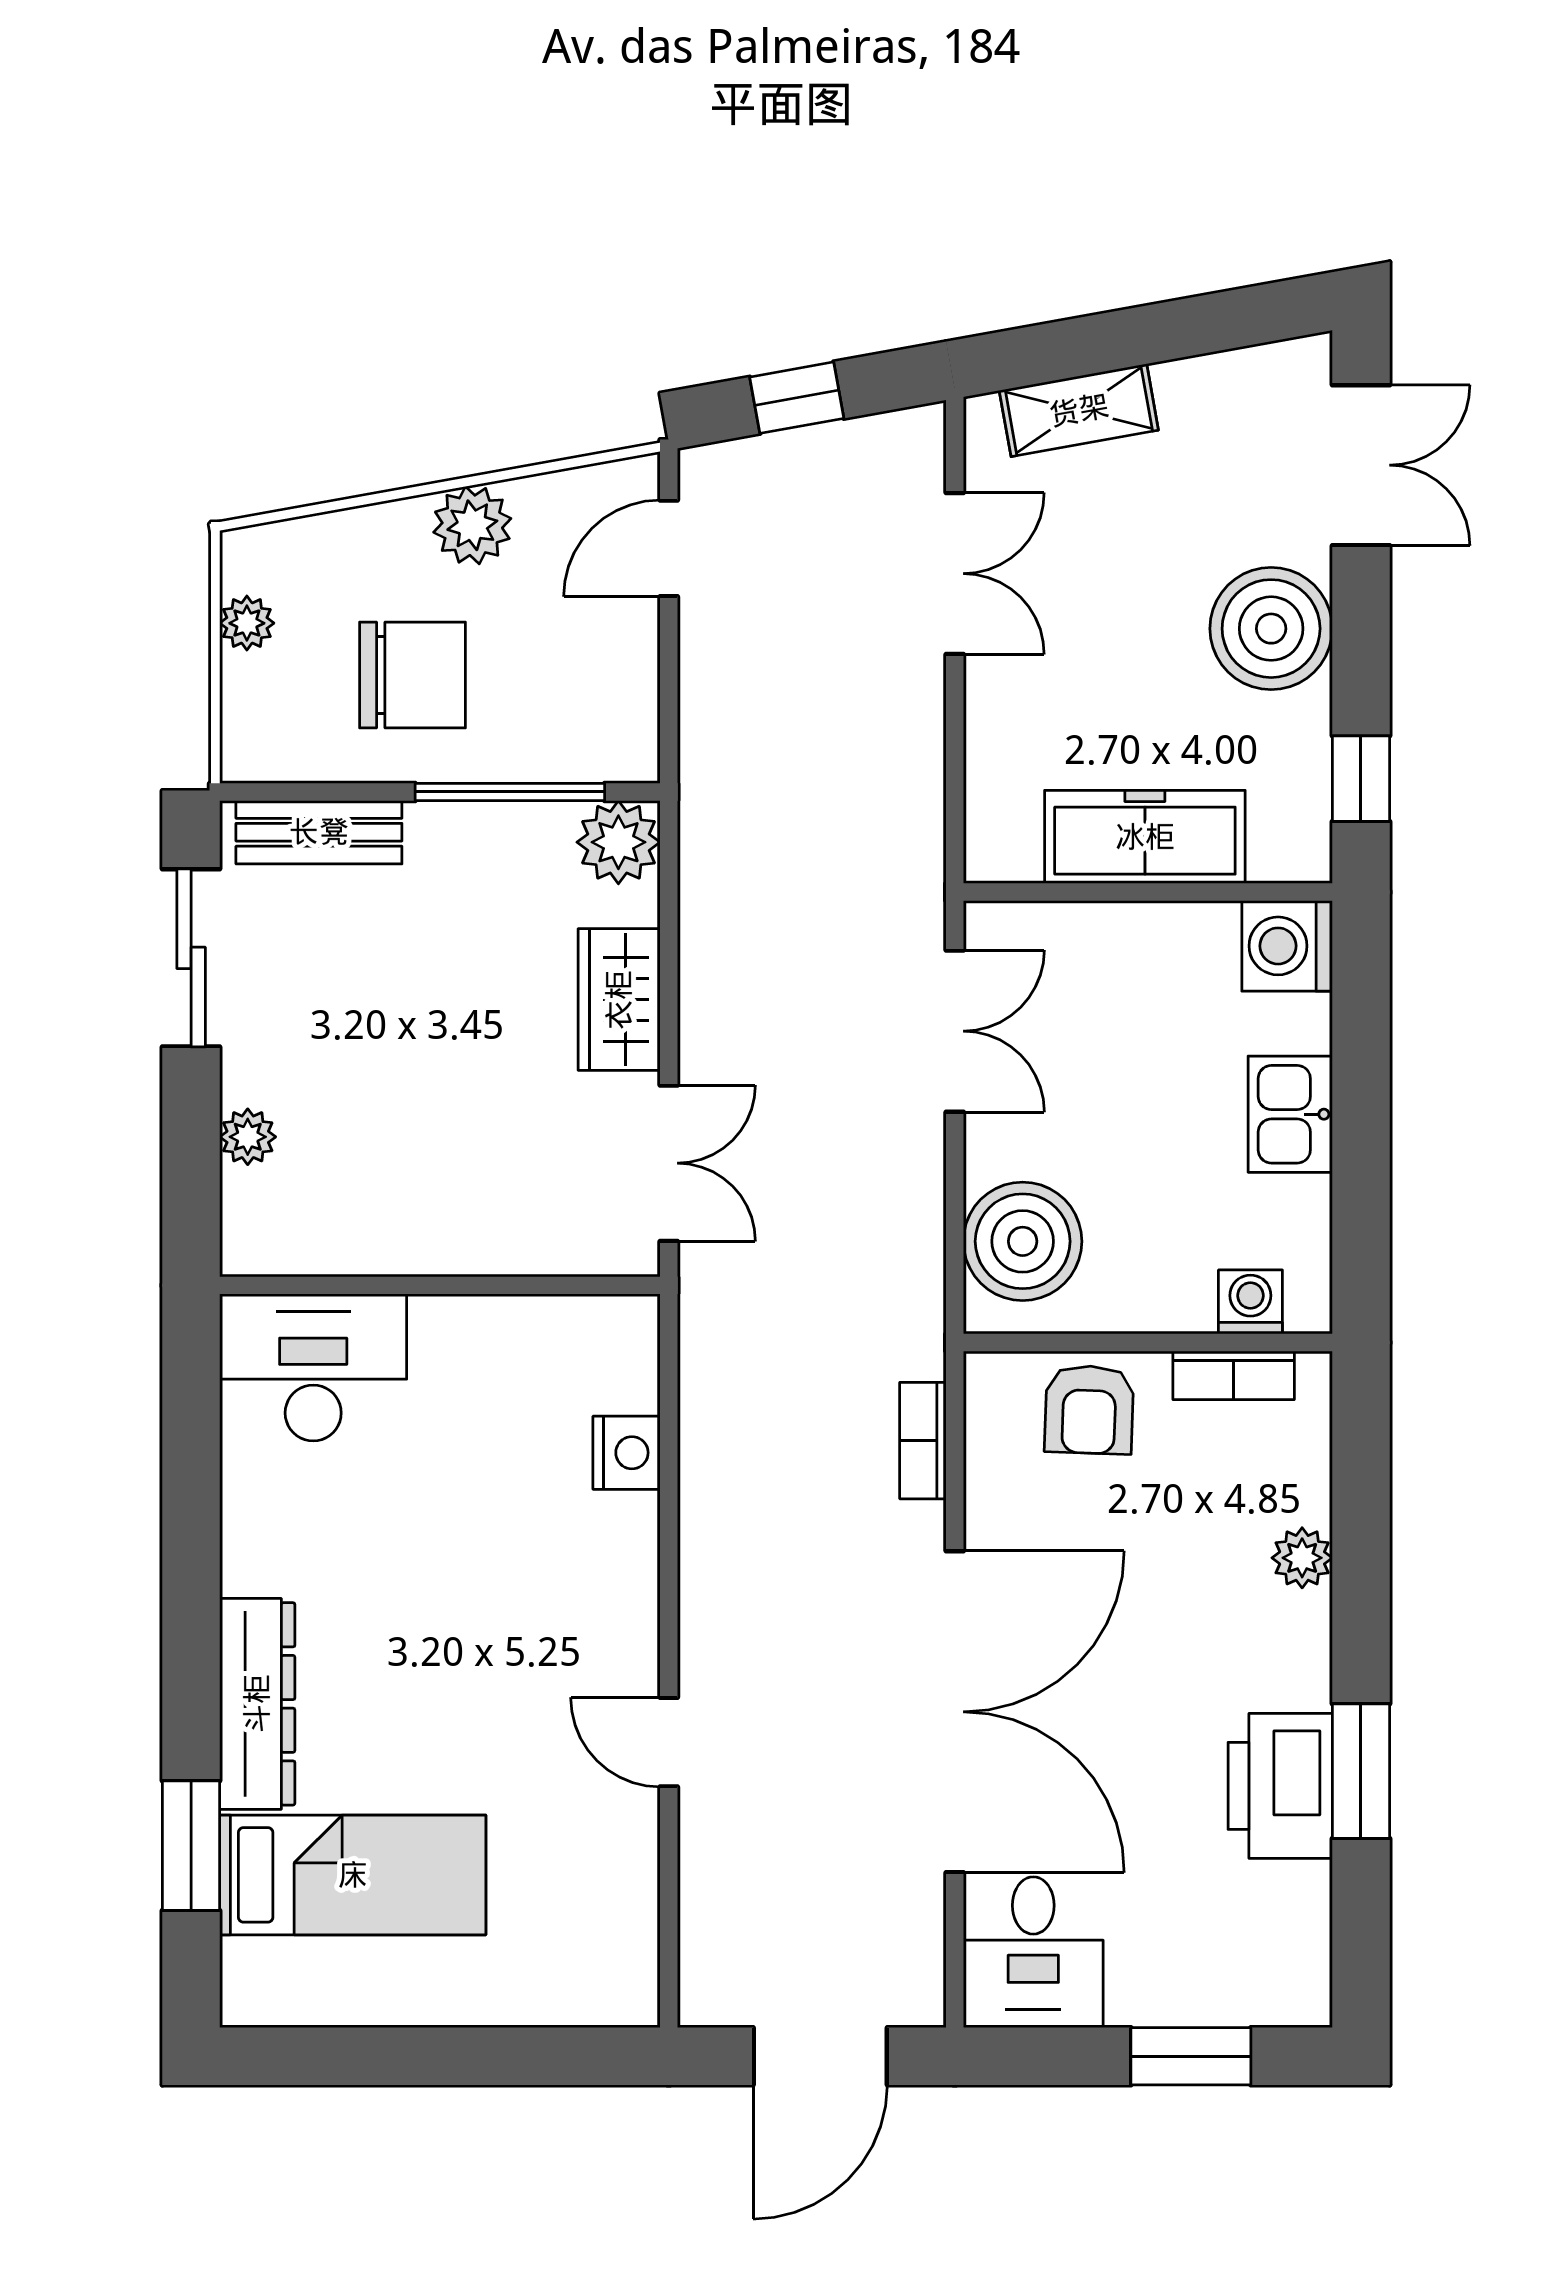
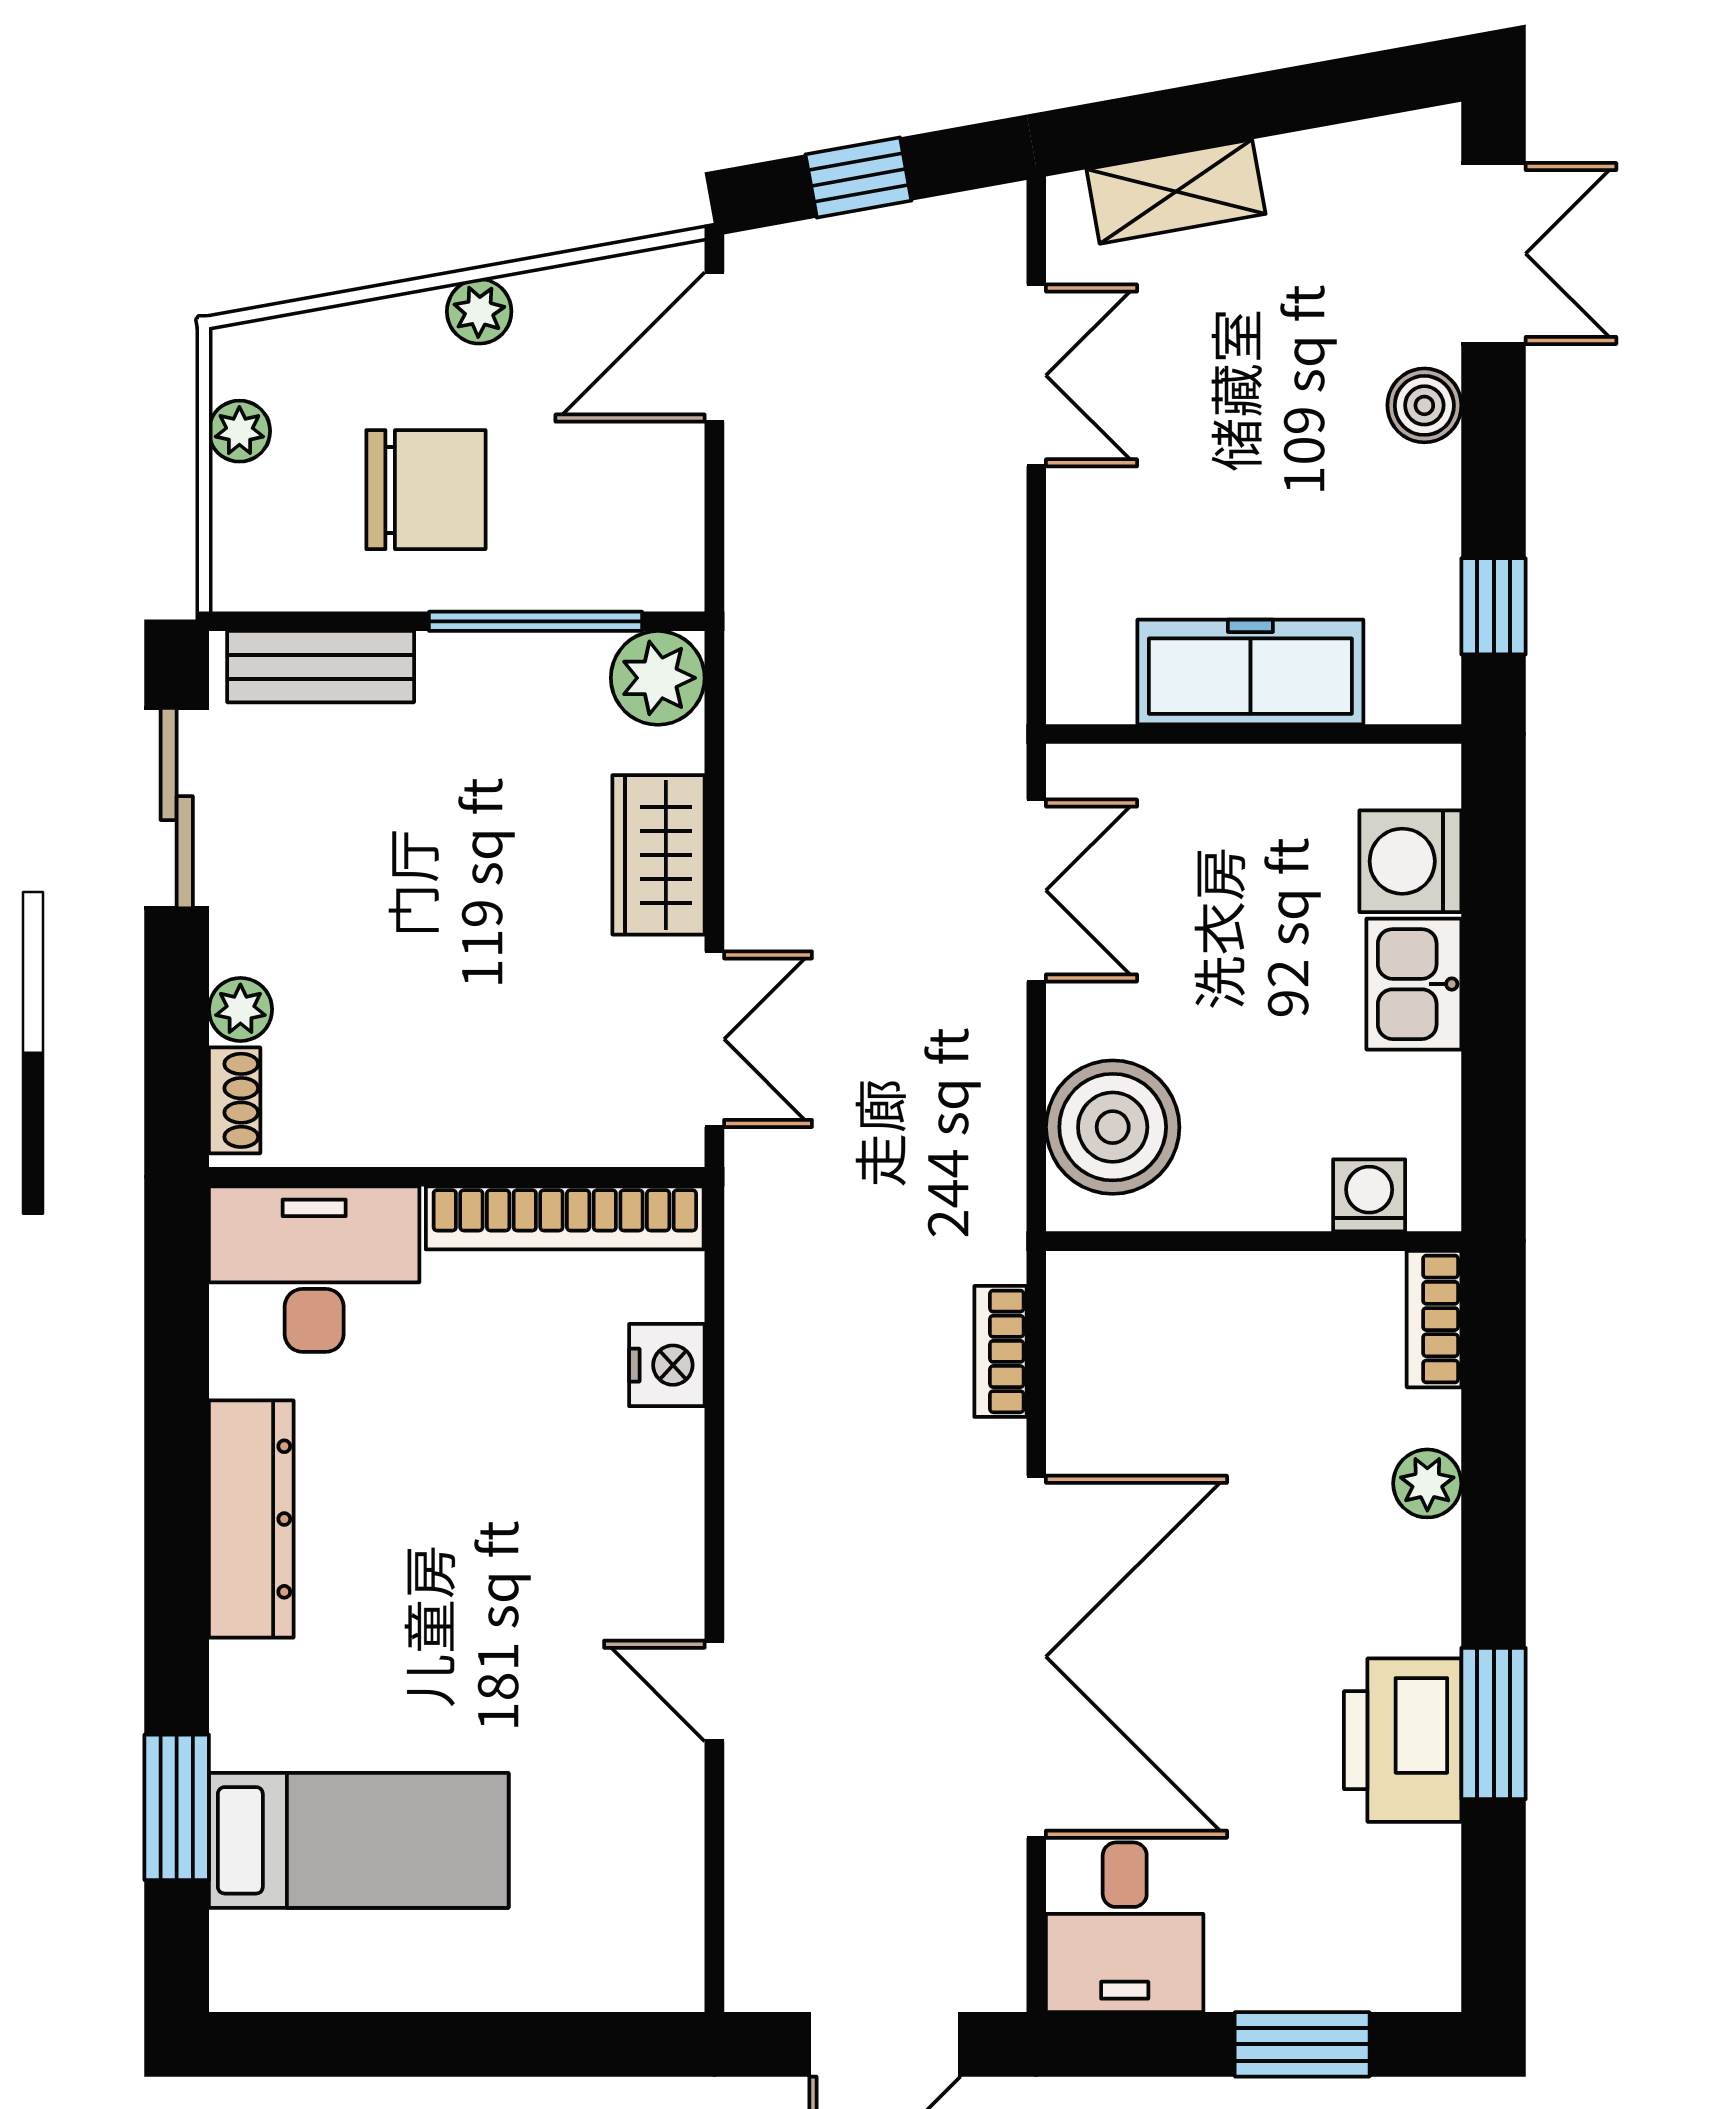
plant: (472, 525) -> (479, 311), width x0.73, depth x0.73
door: (669, 548) -> (714, 347), width x1.37
boiler: (1271, 629) -> (1424, 405), width x0.54, depth x0.54
washing machine: (1287, 946) -> (1410, 861), moved
shoe rack: (242, 1218) -> (235, 1100), added
bookcase: (536, 1322) -> (565, 1218), added
bookcase: (1234, 1375) -> (1434, 1319), moved, turned 90
armchair: (1089, 1410) -> (1188, 1317), removed
dresser: (257, 1704) -> (251, 1519), moved

